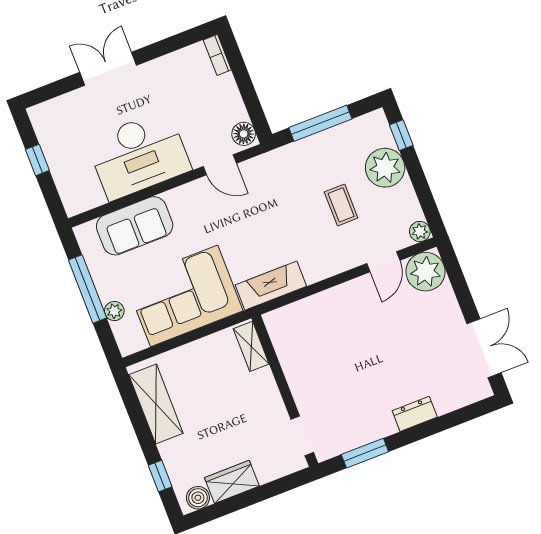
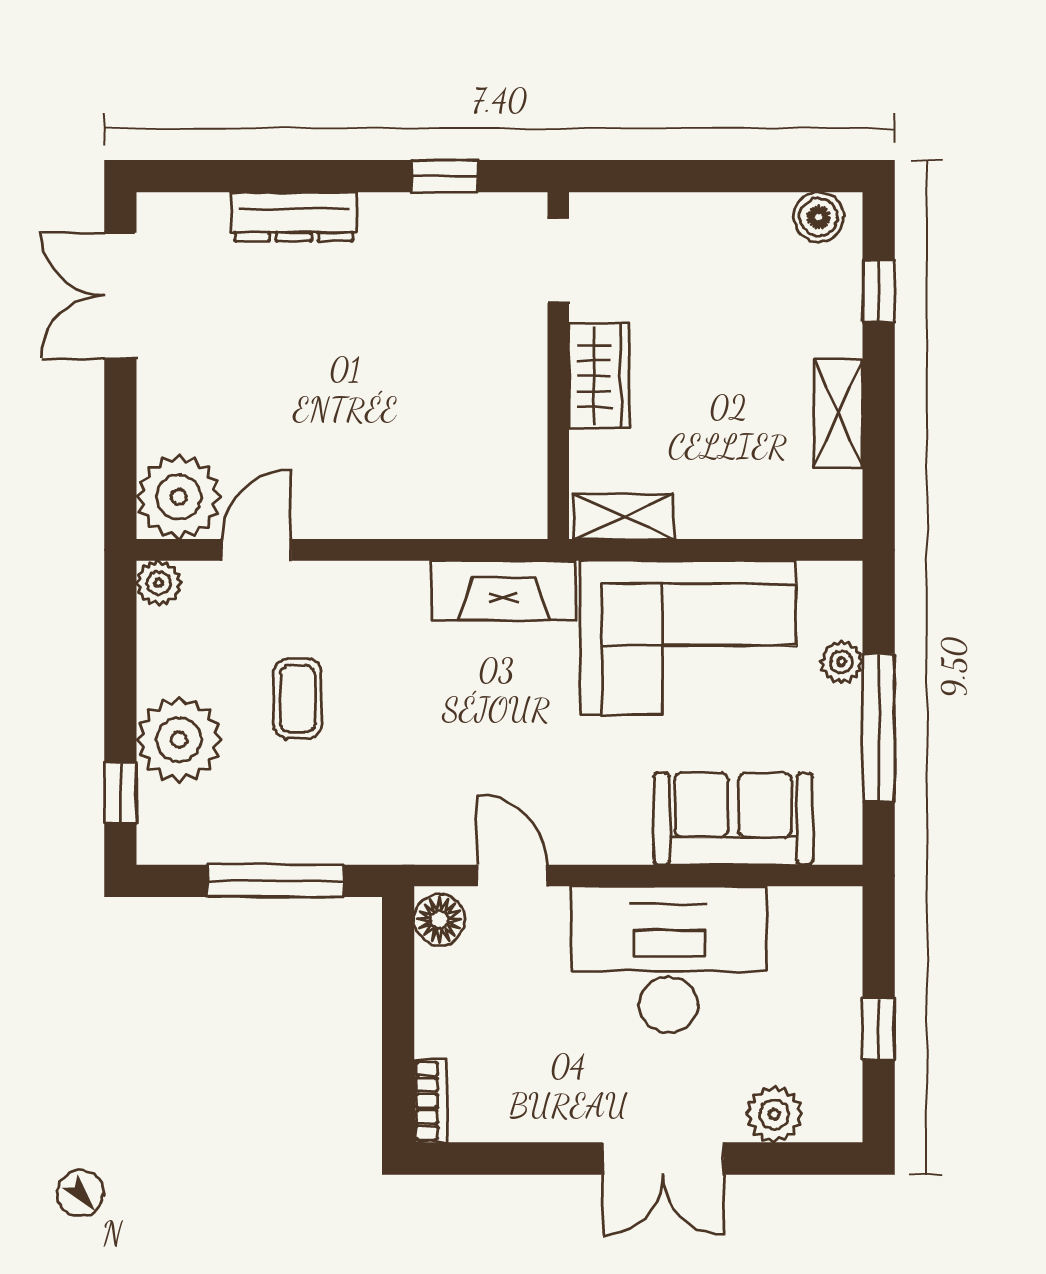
plant: (68, 106) -> (774, 1114), added
shelving: (251, 346) -> (624, 517), moved, turned 90
shelving: (156, 404) -> (838, 413), width x0.67, depth x0.75
dresser: (415, 414) -> (294, 217), width x1.44
window: (365, 453) -> (445, 176), width x0.67
wardrobe: (232, 482) -> (599, 376), moved, turned -90

